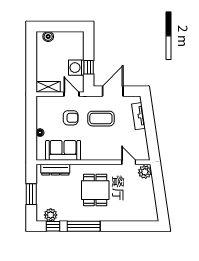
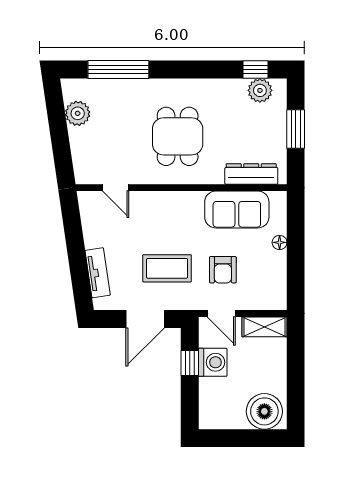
boiler: (48, 36) -> (264, 411), width x1.86, depth x1.86
armchair: (71, 118) -> (223, 270), turned -90
plant: (145, 172) -> (78, 113), moved
window: (84, 226) -> (118, 70), moved

